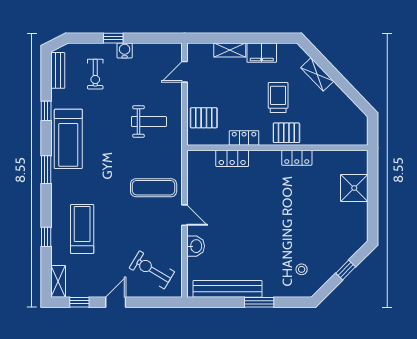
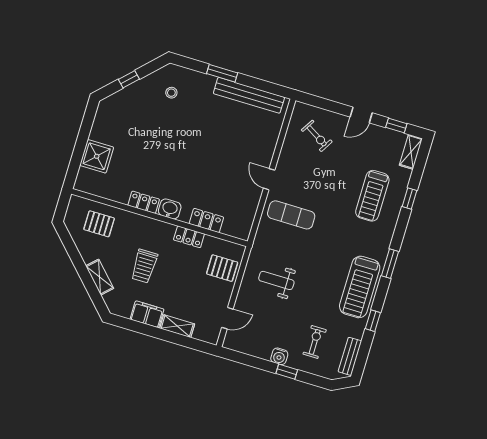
pallet: (286, 133) -> (99, 224), moved
treadmill: (68, 139) -> (360, 287), turned 180
washbasin: (196, 246) -> (170, 209), moved, turned 90
exercise bike: (152, 270) -> (317, 136), width x0.73, depth x0.72

